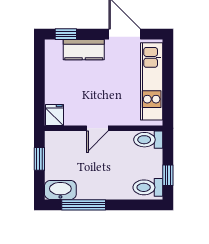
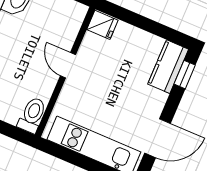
kitchen counter: (84, 50) -> (168, 67), moved

